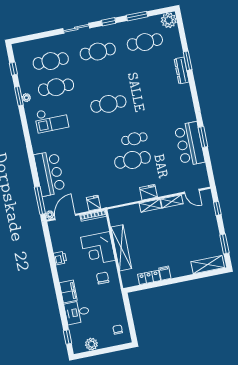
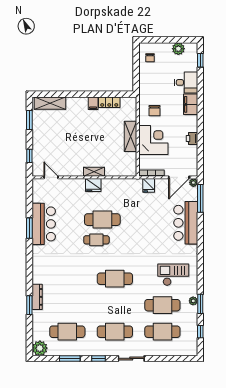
shelving: (172, 201) -> (72, 172), removed
shelving: (121, 248) -> (131, 136), width x0.68

